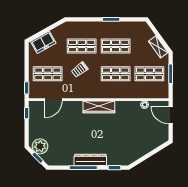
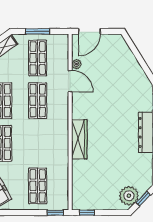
trolley: (80, 70) -> (32, 146), removed
door: (53, 100) -> (70, 81), moved
wardrobe: (99, 107) -> (79, 139), moved

